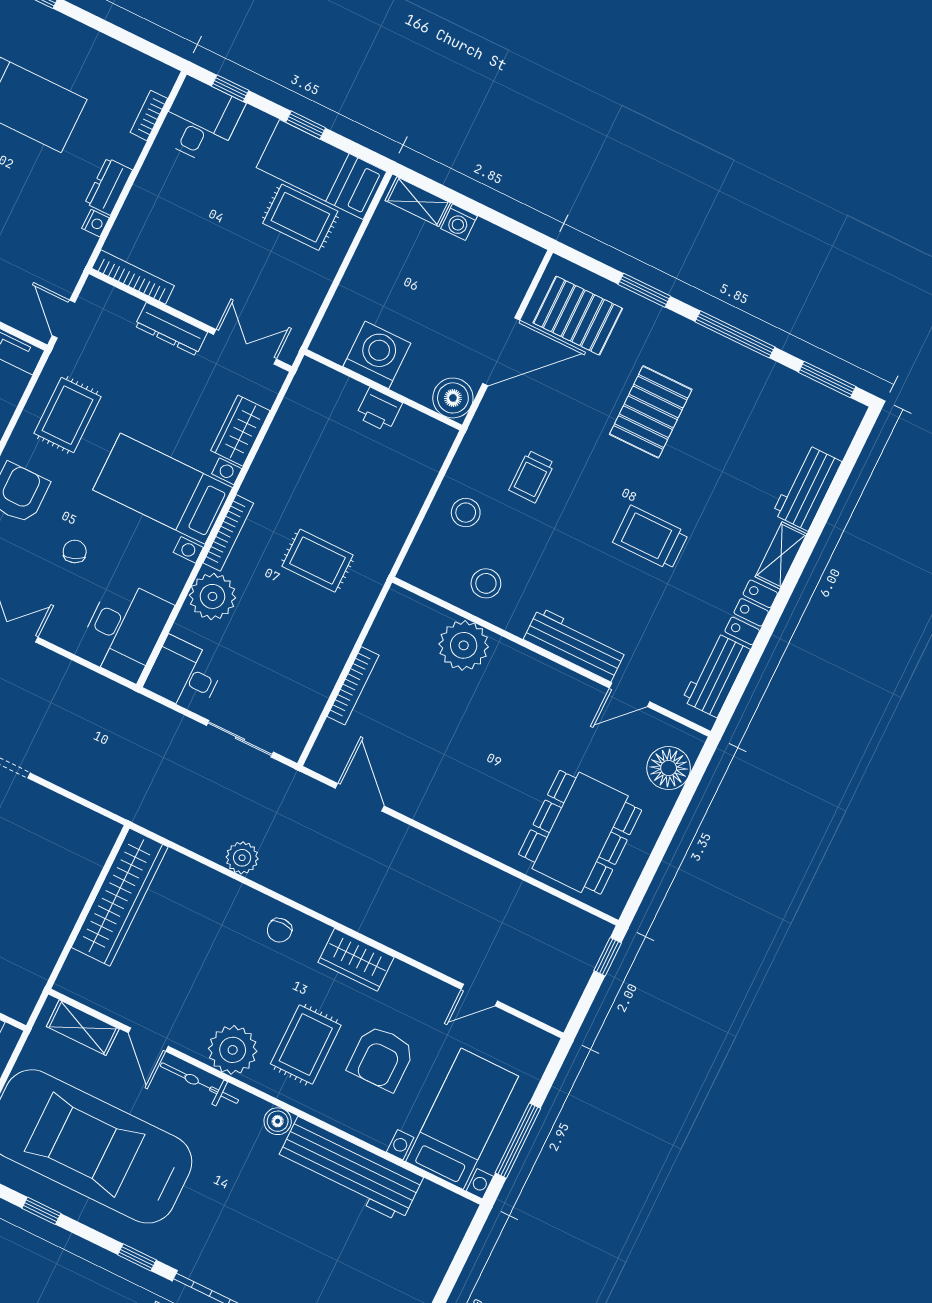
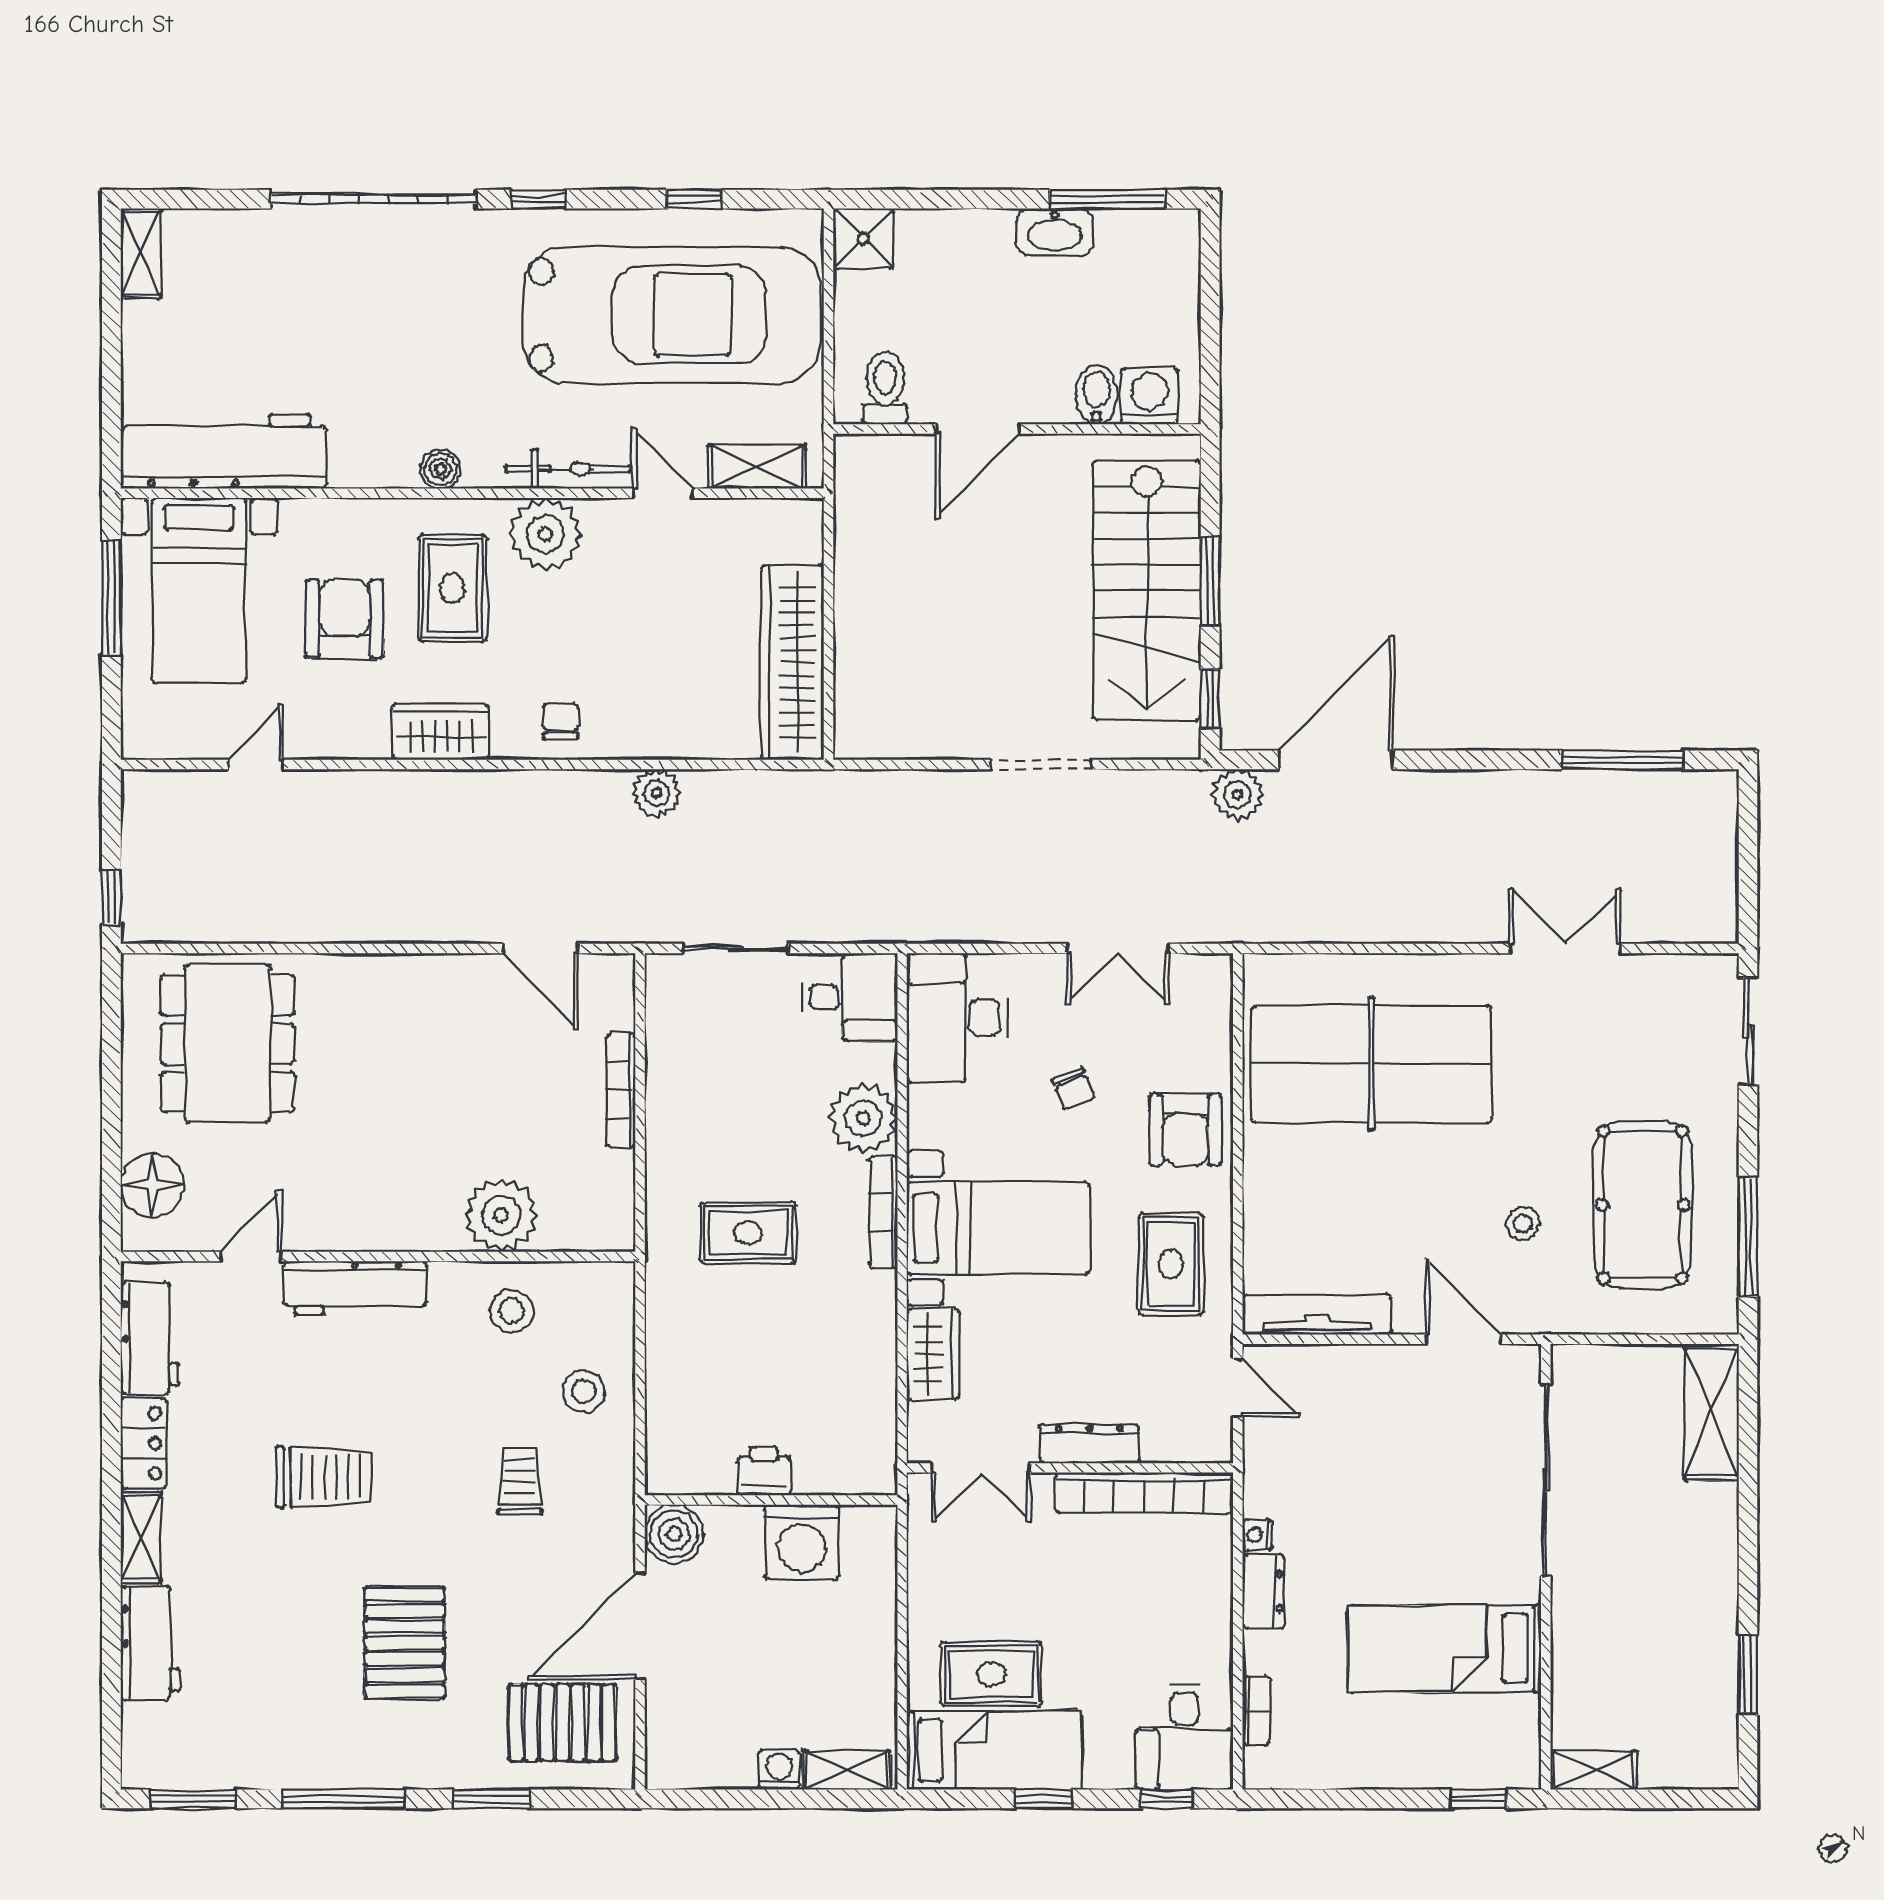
bookcase: (133, 277) -> (1144, 1493), width x1.48, depth x1.31
workbench: (350, 1170) -> (224, 451), moved

